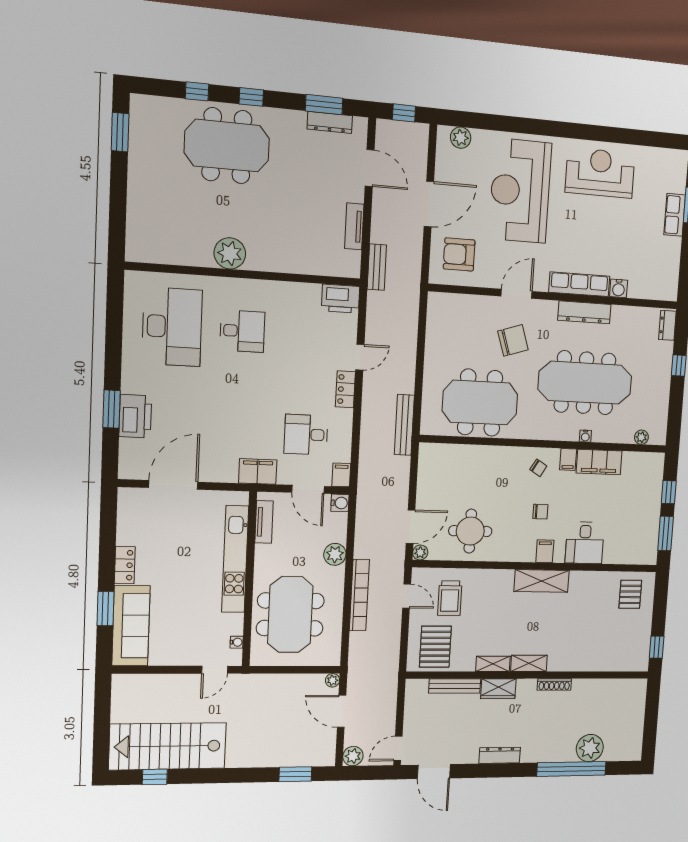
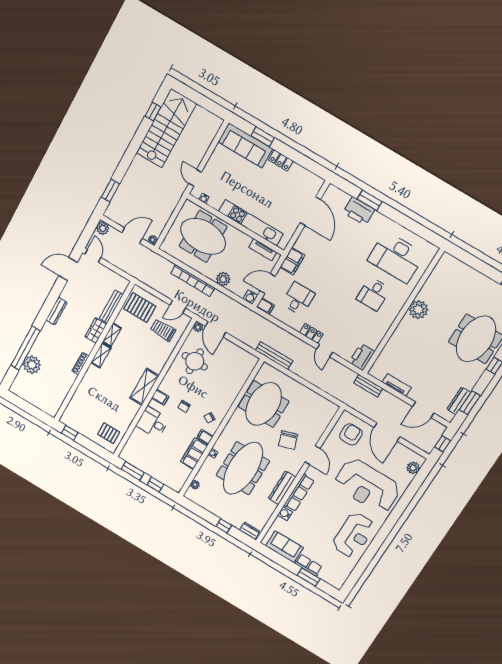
reception desk: (520, 191) -> (367, 486), turned 180
sofa: (666, 264) -> (284, 547), added

